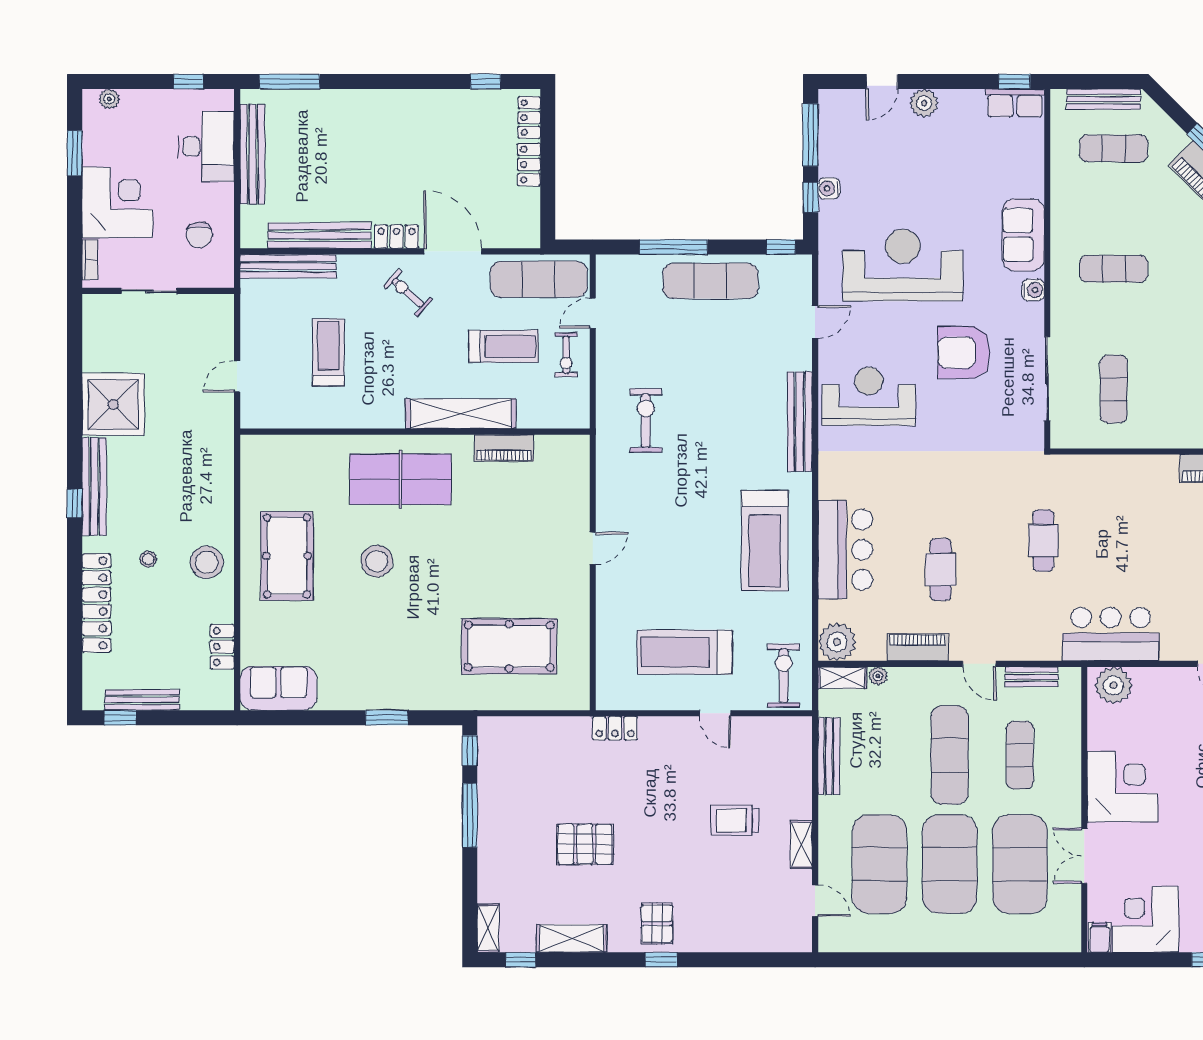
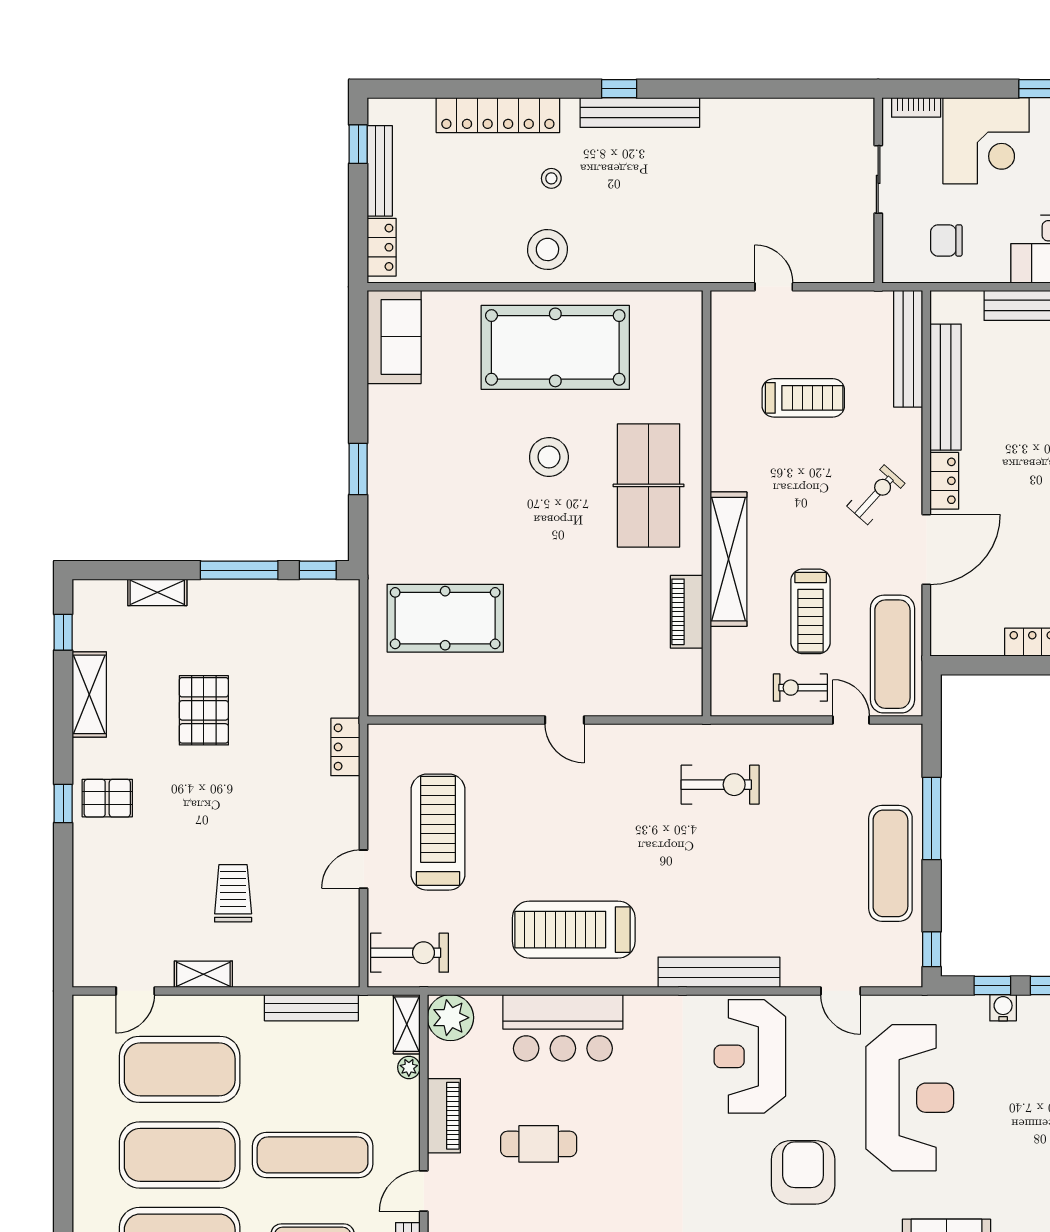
reception desk: (869, 396) -> (750, 1056), turned 180
shower: (113, 404) -> (740, 135), removed
pool table: (287, 556) -> (555, 347), width x1.36, depth x1.32
pool table: (509, 646) -> (445, 618), turned 90
locker: (222, 647) -> (382, 247), moved, turned 90
shelving: (488, 928) -> (157, 592), moved

